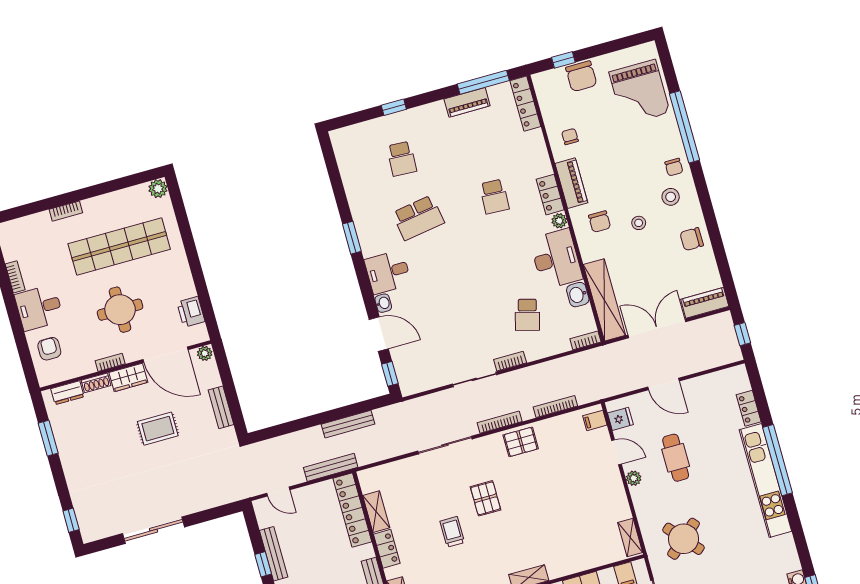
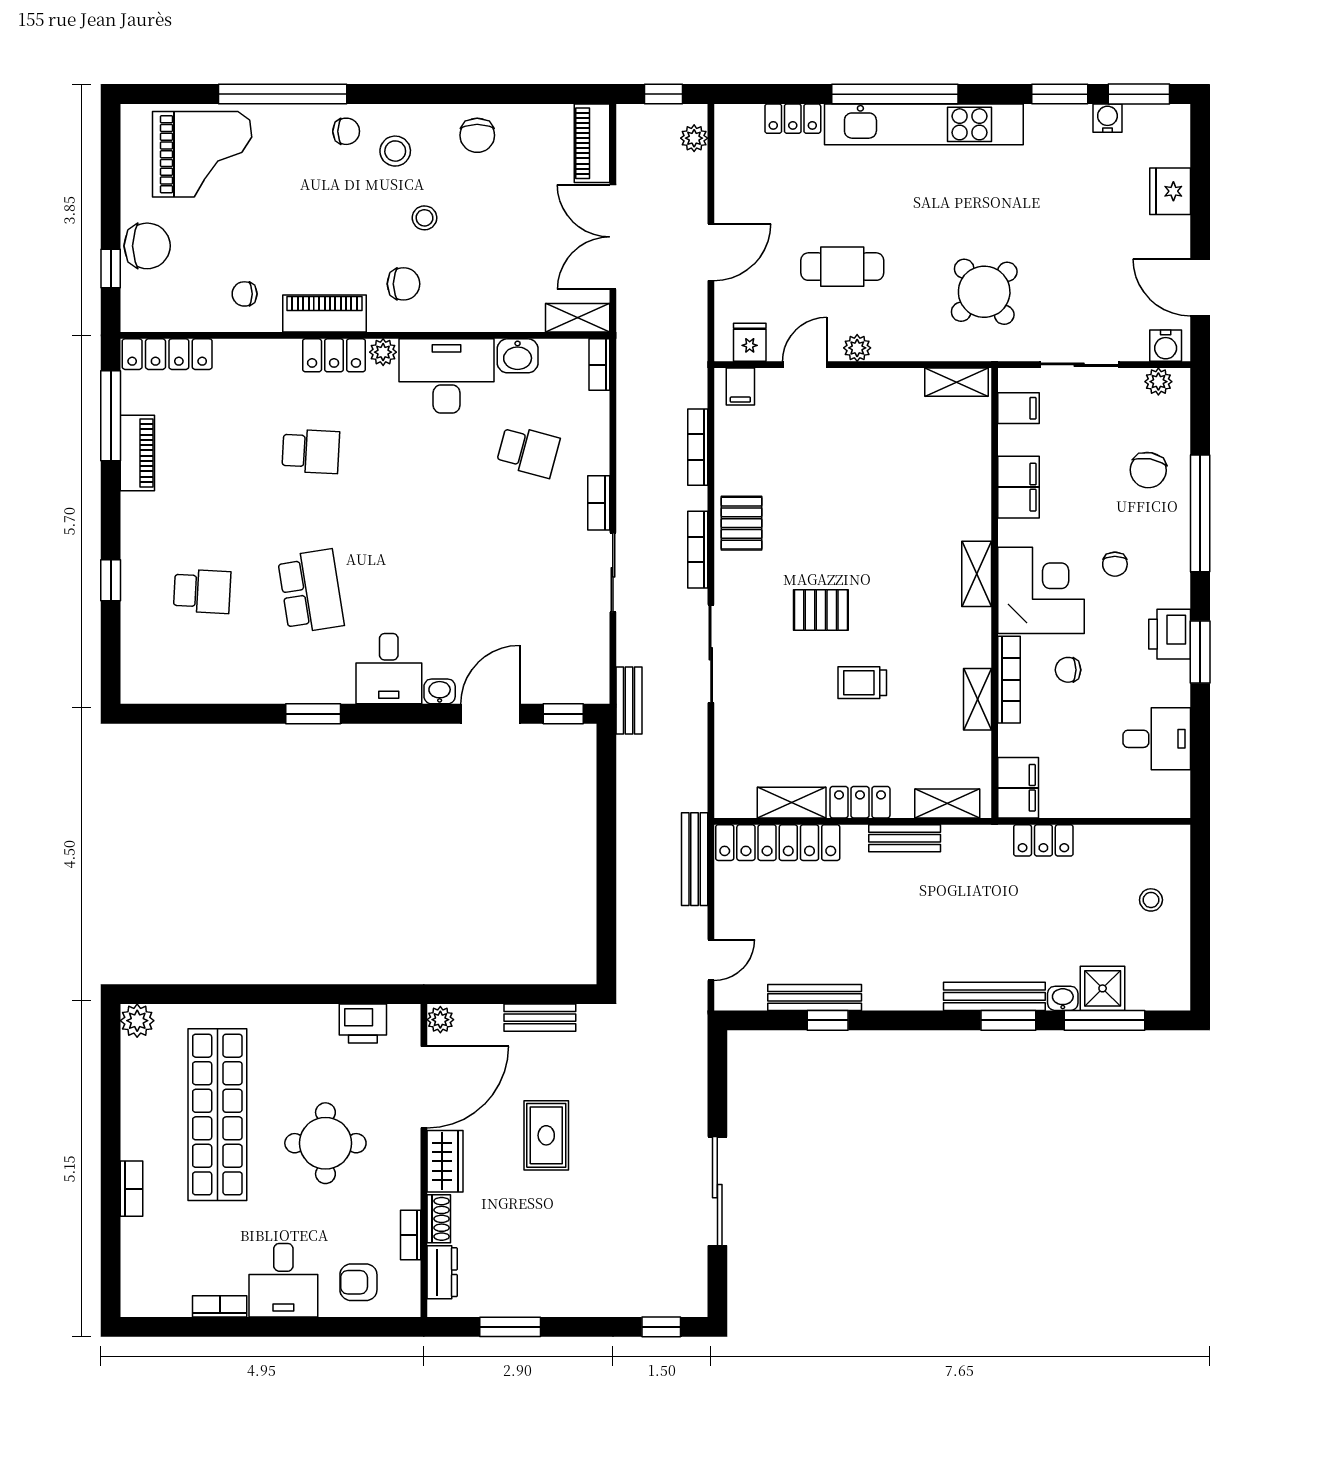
shelving: (604, 300) -> (578, 318), width x0.45, depth x0.75
plant: (723, 358) -> (694, 138), added
bookcase: (110, 362) -> (411, 1235), moved
bench: (348, 424) -> (629, 700), moved, width x0.73
window: (803, 550) -> (1060, 94), added

